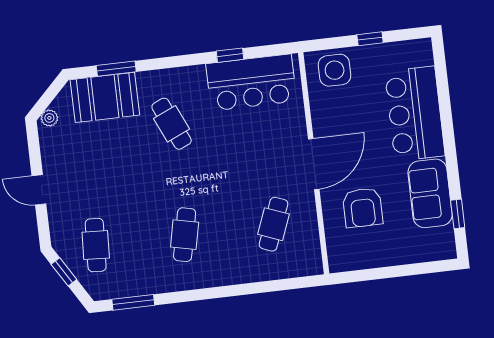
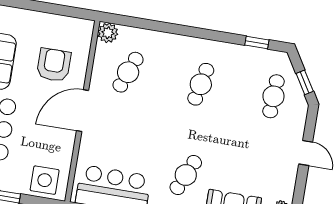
cafe table: (172, 124) -> (186, 175), turned 48
plant: (310, 263) -> (108, 33), added
window: (133, 302) -> (257, 42), width x0.67

